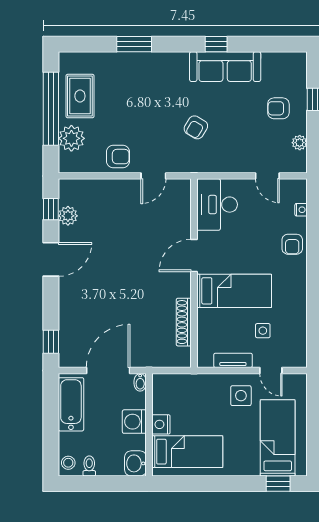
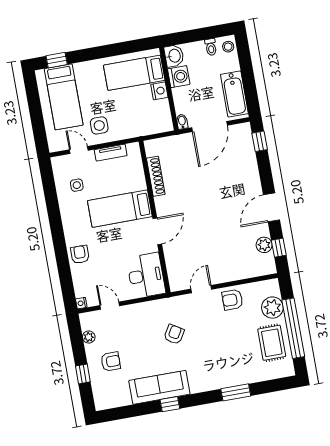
nightstand: (301, 210) -> (81, 303), moved
side table: (263, 331) -> (77, 185), moved
washing machine: (134, 422) -> (179, 77), moved

